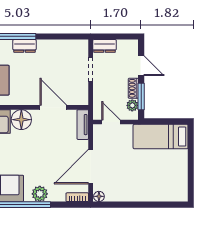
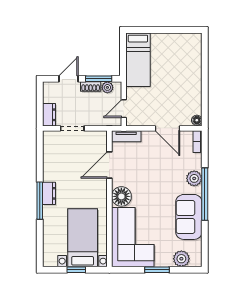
door: (91, 167) -> (168, 128), width x0.73

